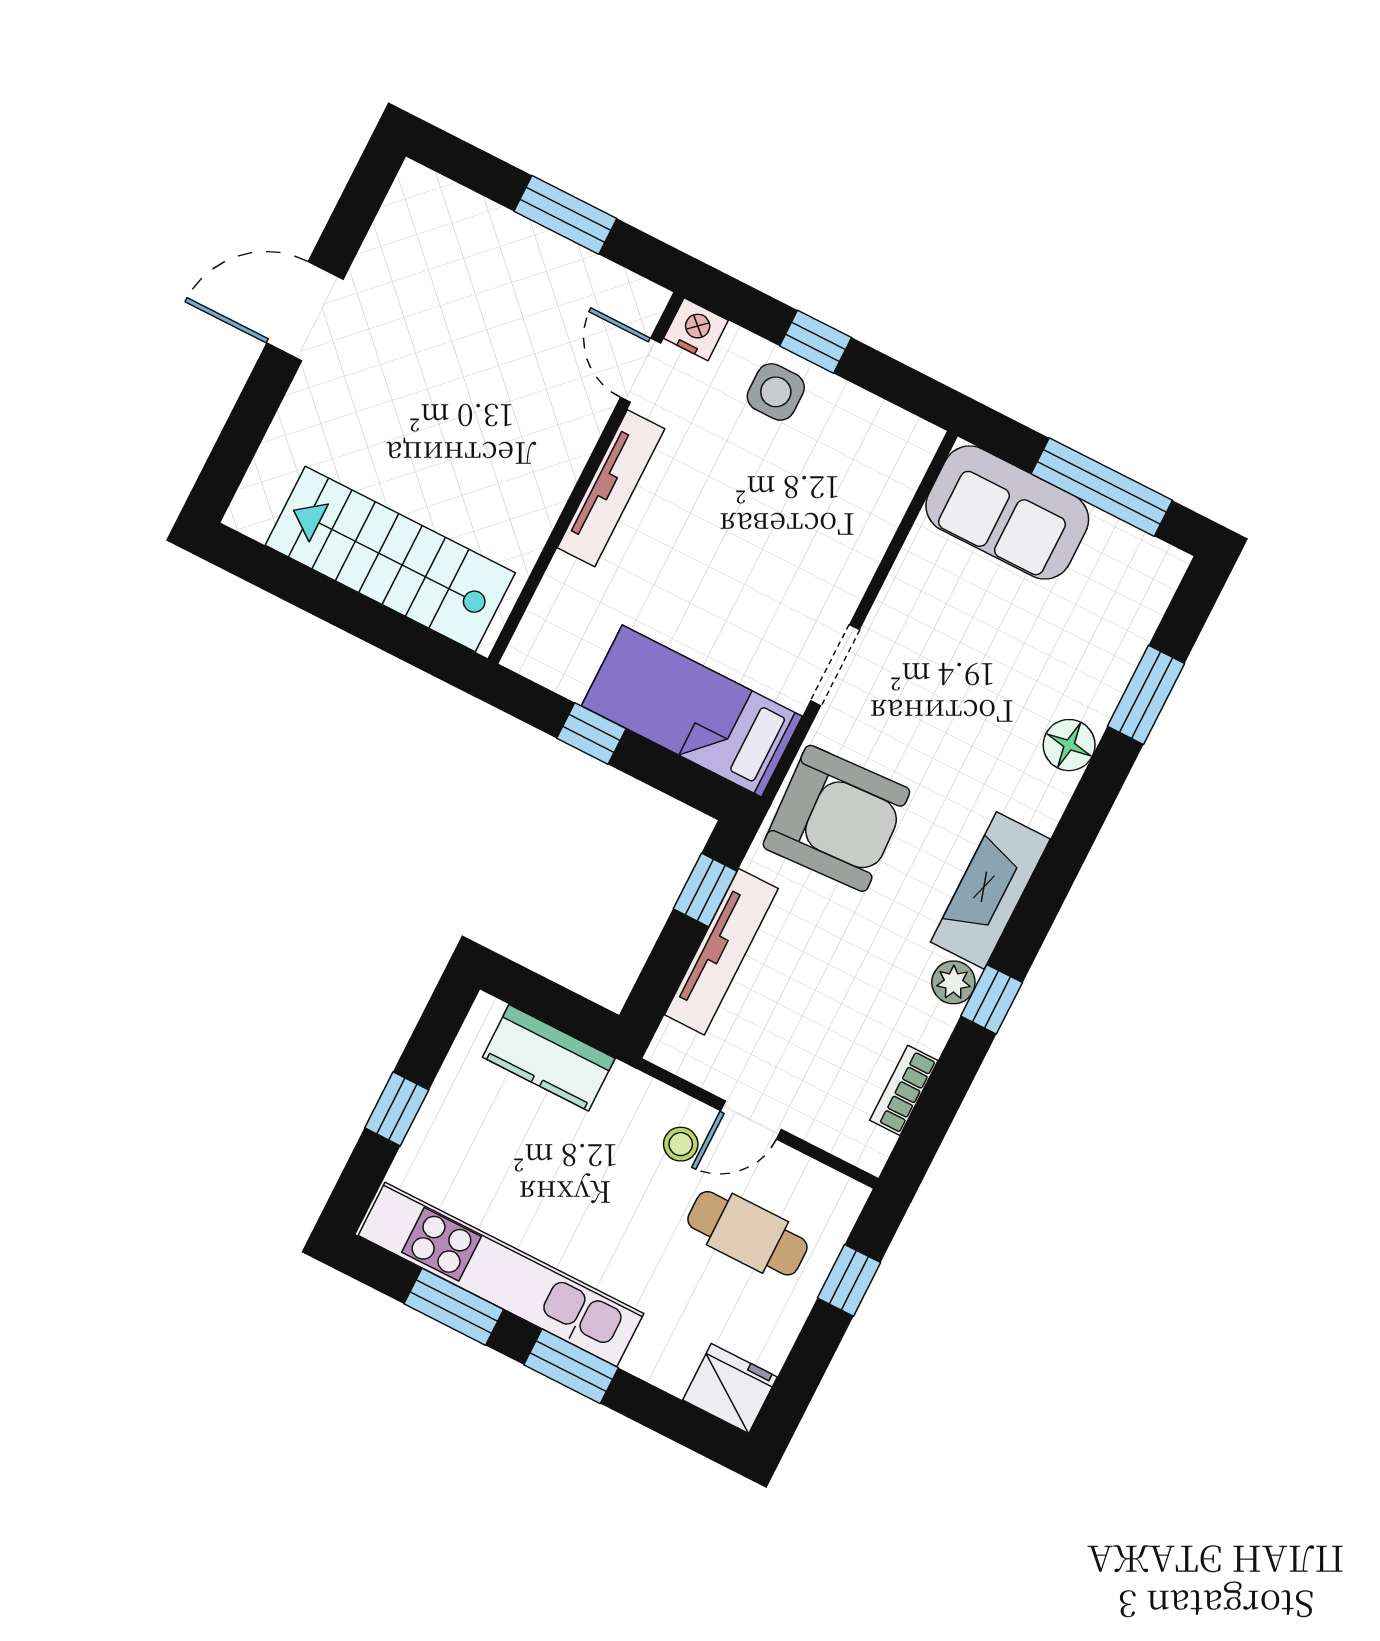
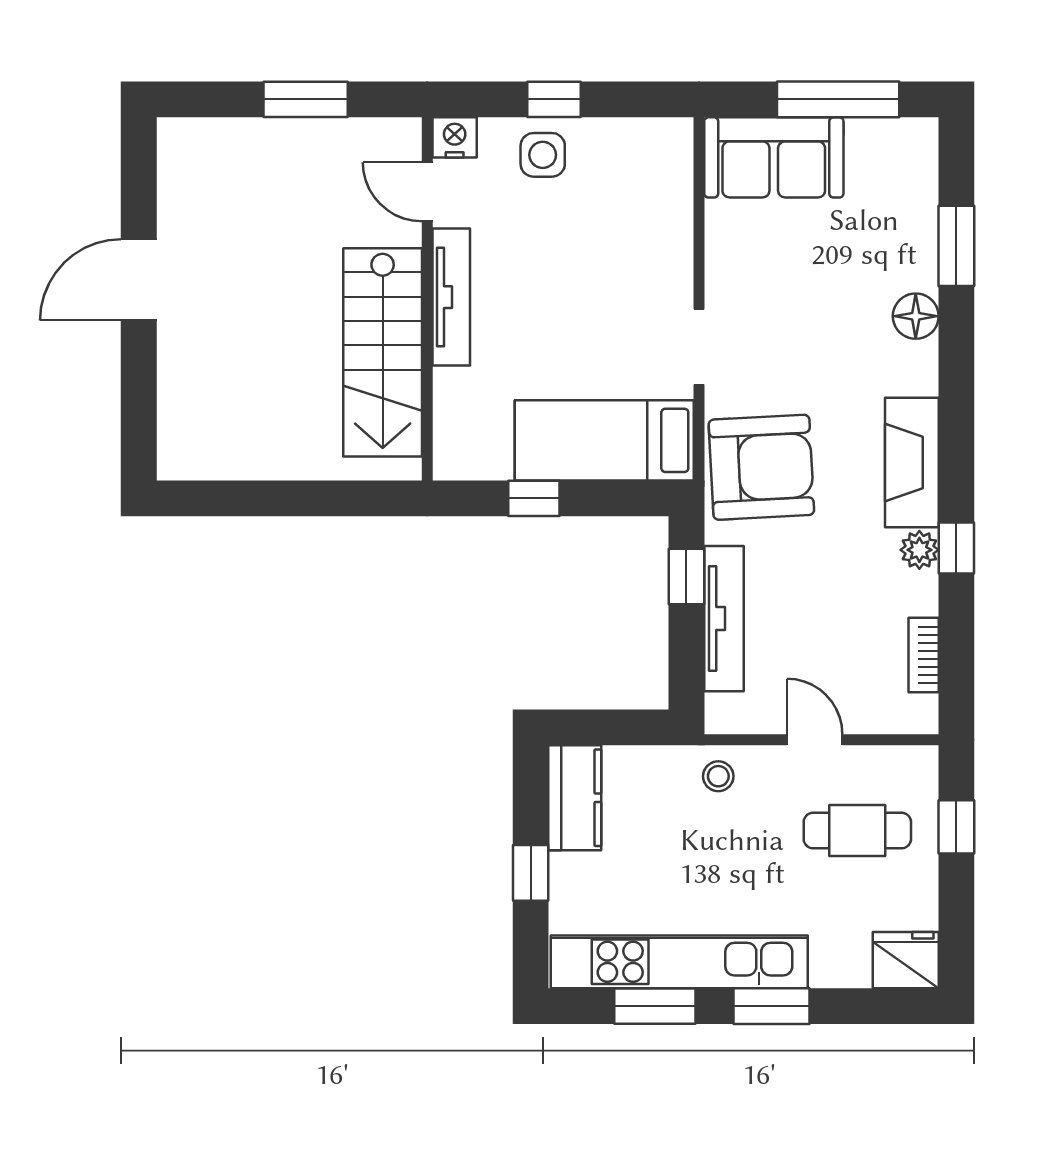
stairs: (390, 559) -> (383, 352), moved, turned -90
kitchen counter: (549, 1058) -> (575, 798), moved, turned -90
door: (751, 1120) -> (815, 740), swing flipped
stool: (681, 1144) -> (718, 776), moved

